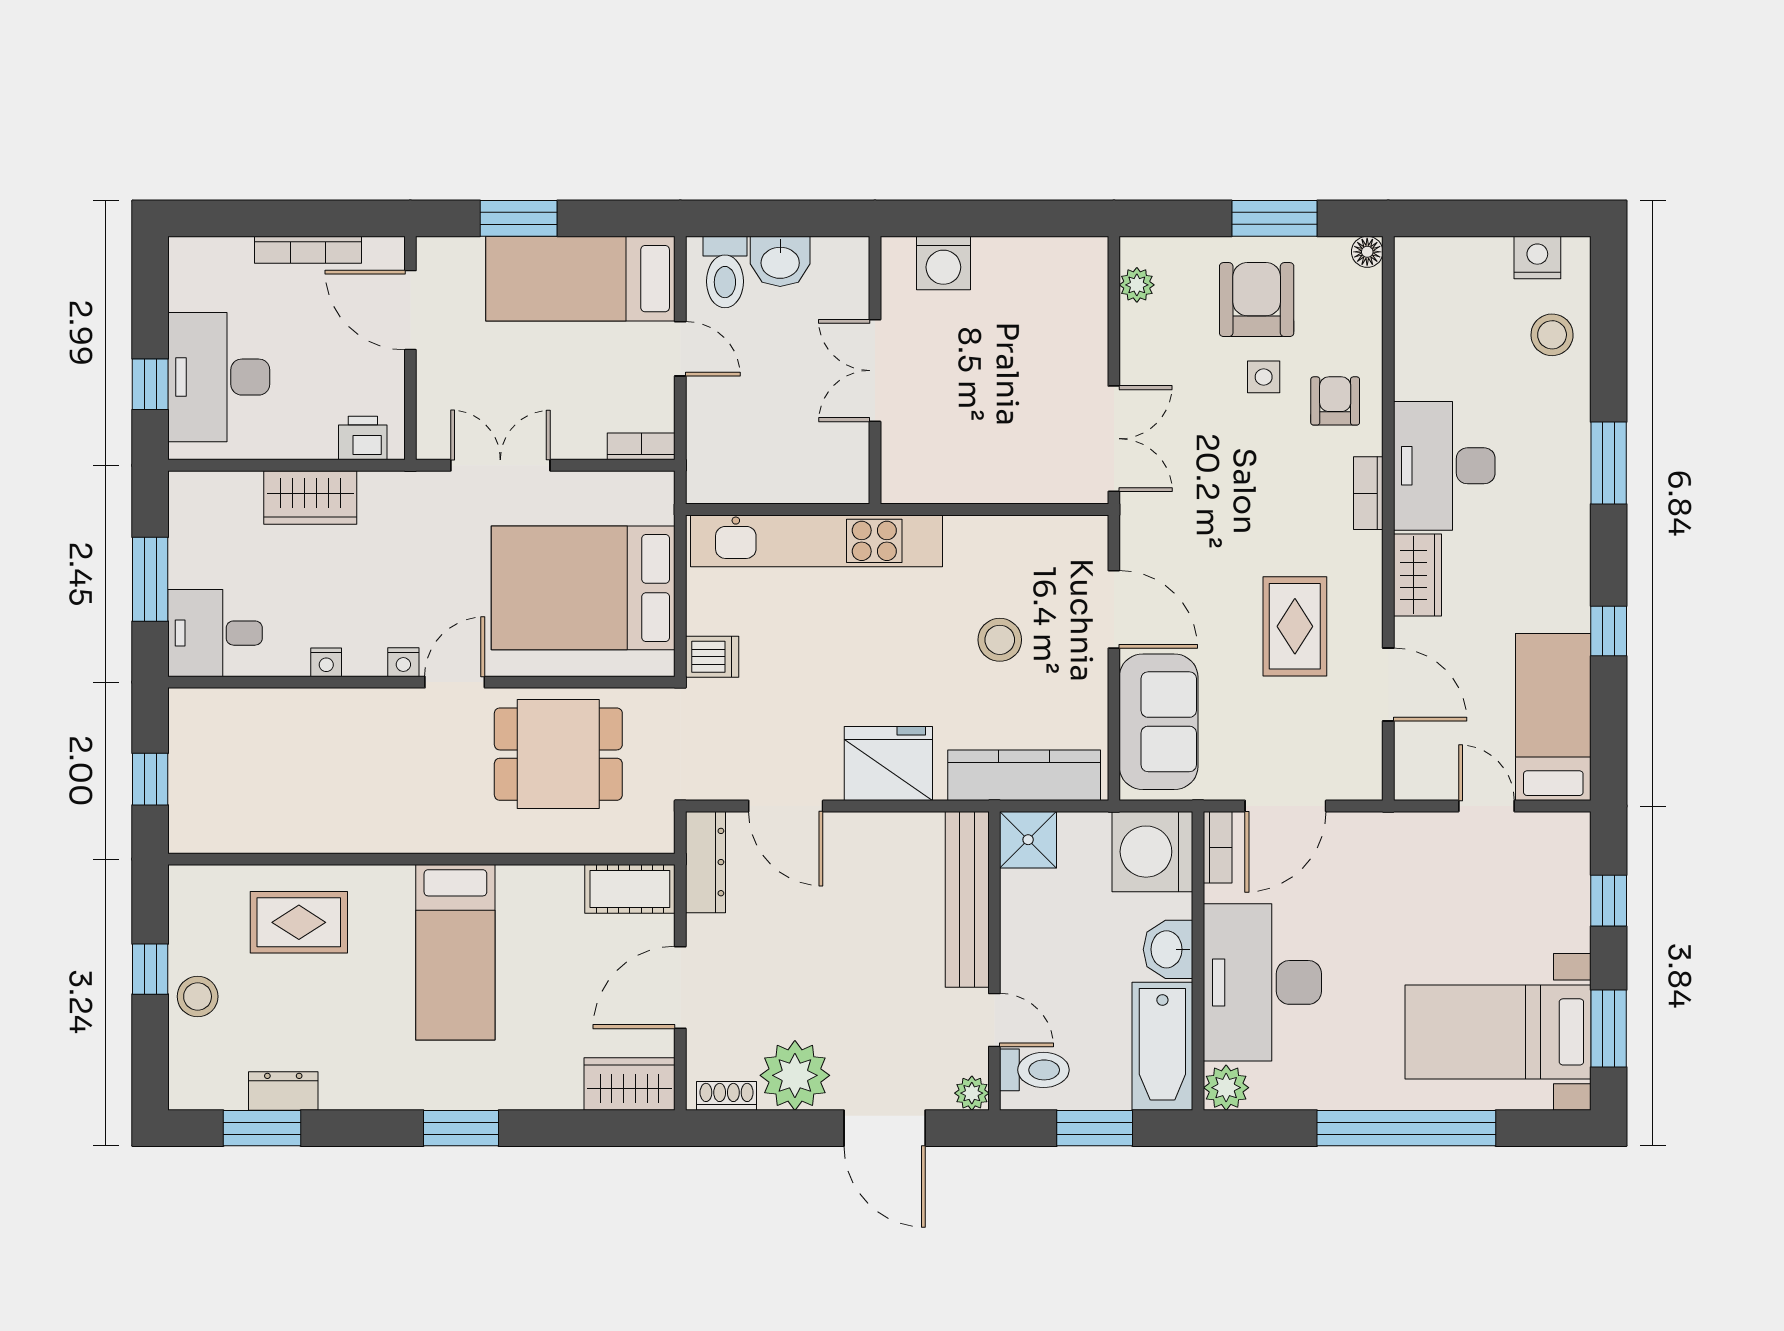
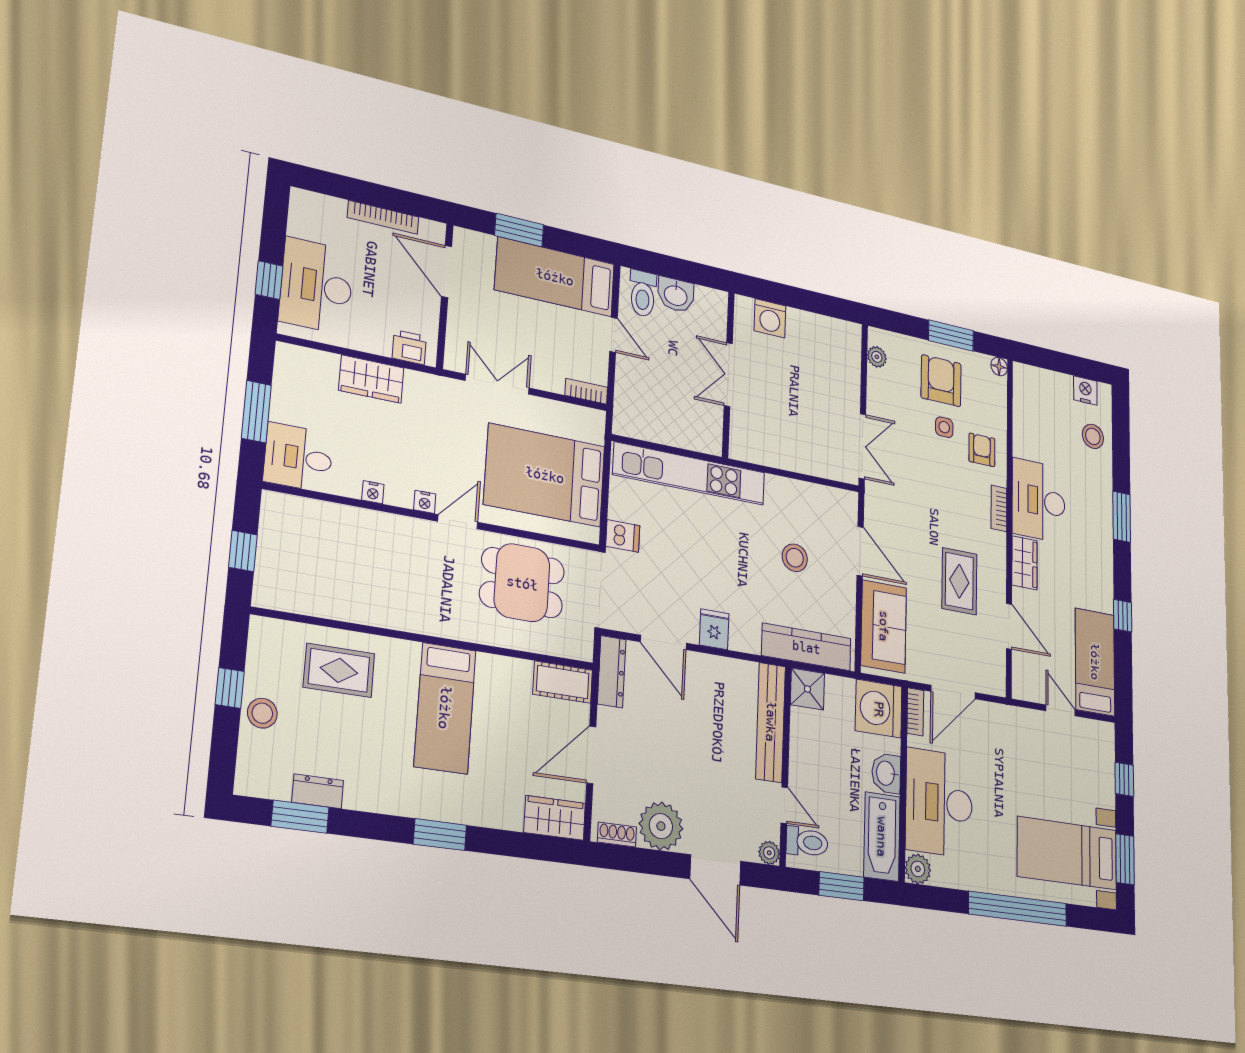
fridge: (888, 763) -> (714, 629), width x0.53, depth x0.75

